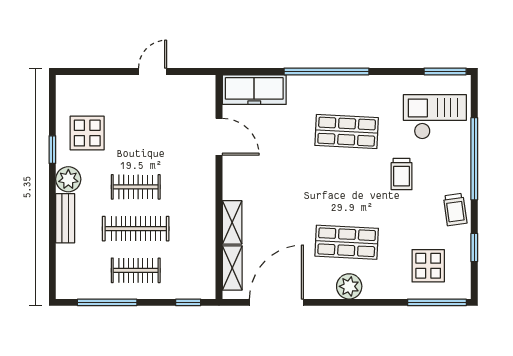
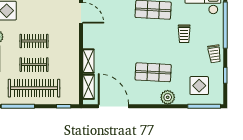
clothes rail: (136, 229) -> (34, 65), width x0.73
clothes rail: (136, 270) -> (34, 88), width x1.86, depth x1.31
plant: (349, 286) -> (168, 97), moved
door: (276, 302) -> (113, 106), hinge flipped

